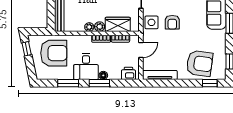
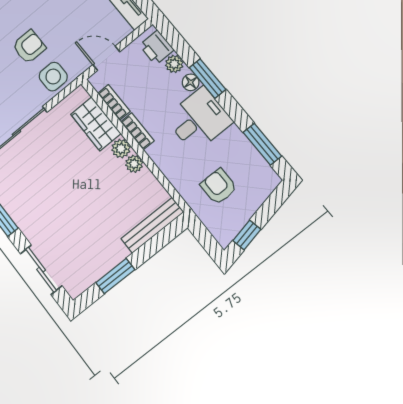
armchair: (54, 53) -> (219, 186), width x0.53, depth x0.53
plant: (116, 75) -> (174, 64), added
window: (68, 83) -> (262, 144), moved

